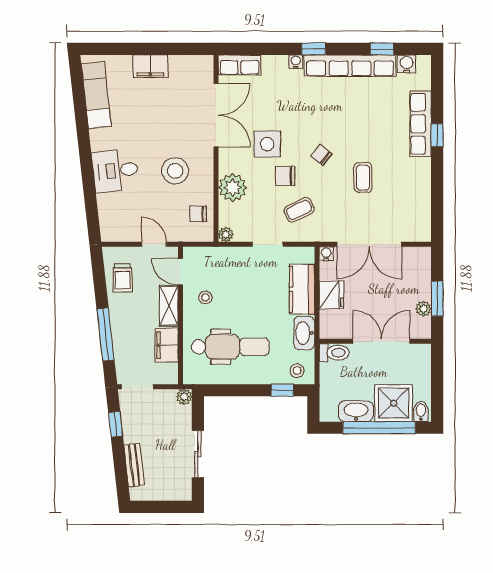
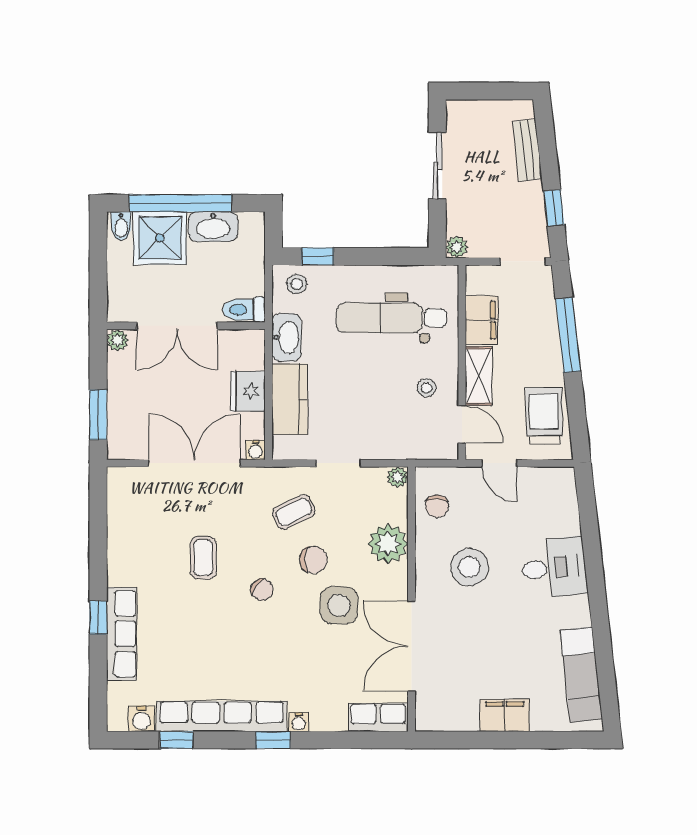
chair: (198, 214) -> (437, 506), turned 90
trolley: (122, 278) -> (544, 415), width x1.36, depth x1.39
window: (437, 299) -> (98, 415), moved
plant: (423, 309) -> (117, 340), moved

